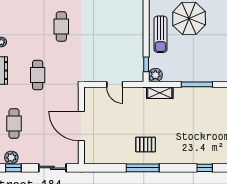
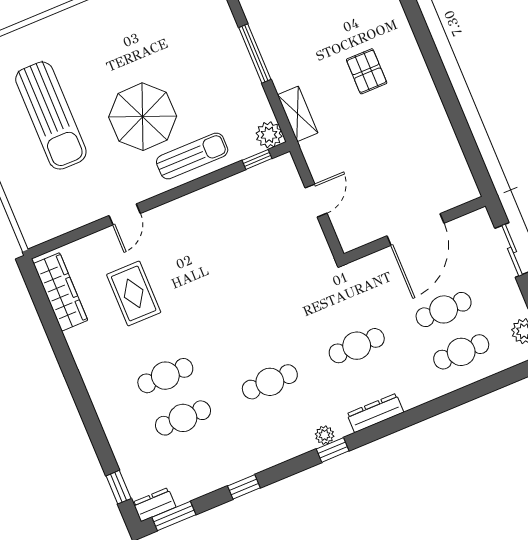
cafe table: (61, 26) -> (270, 382), moved
cafe table: (38, 124) -> (444, 309), added
pallet: (146, 144) -> (367, 71), moved
window: (143, 168) -> (445, 88), removed

